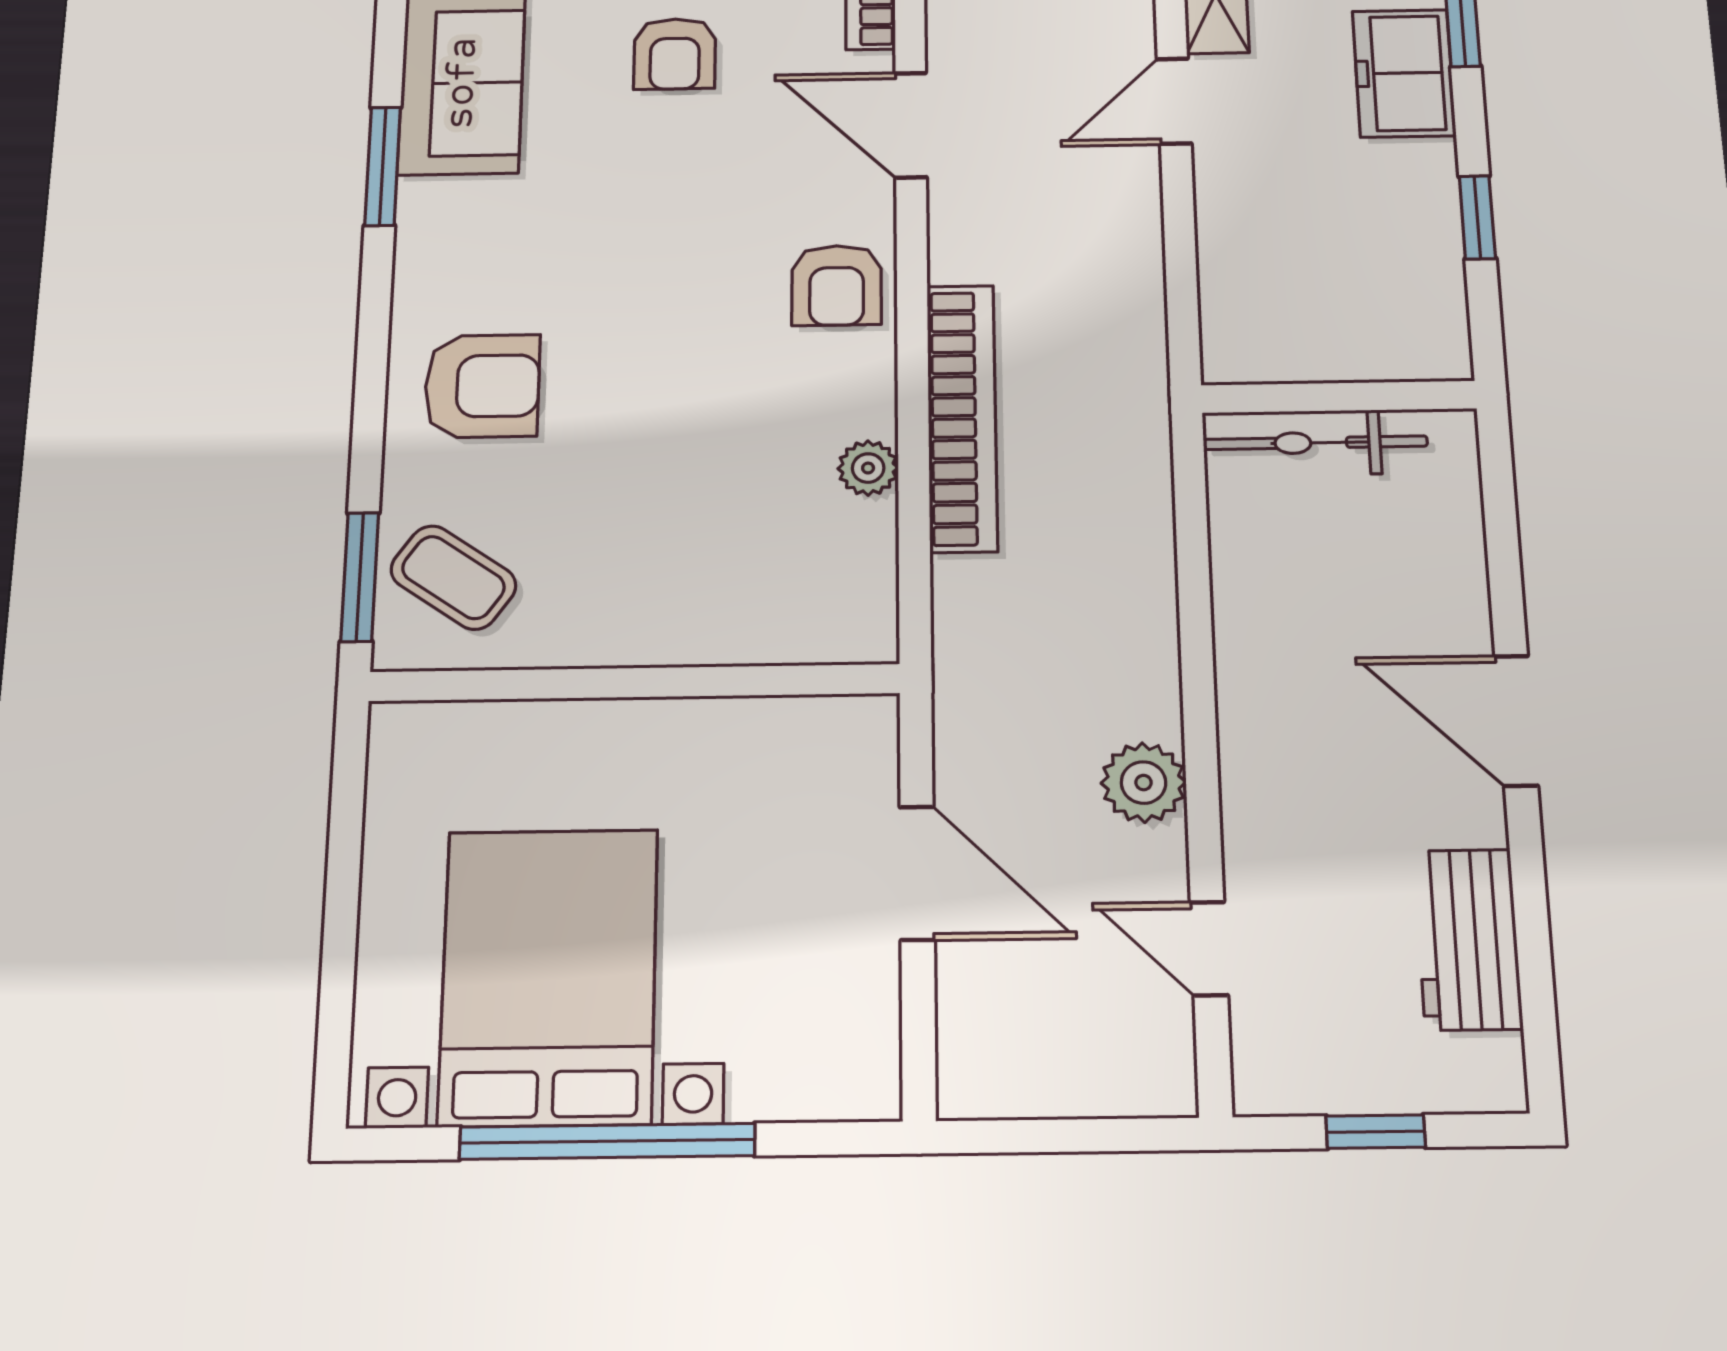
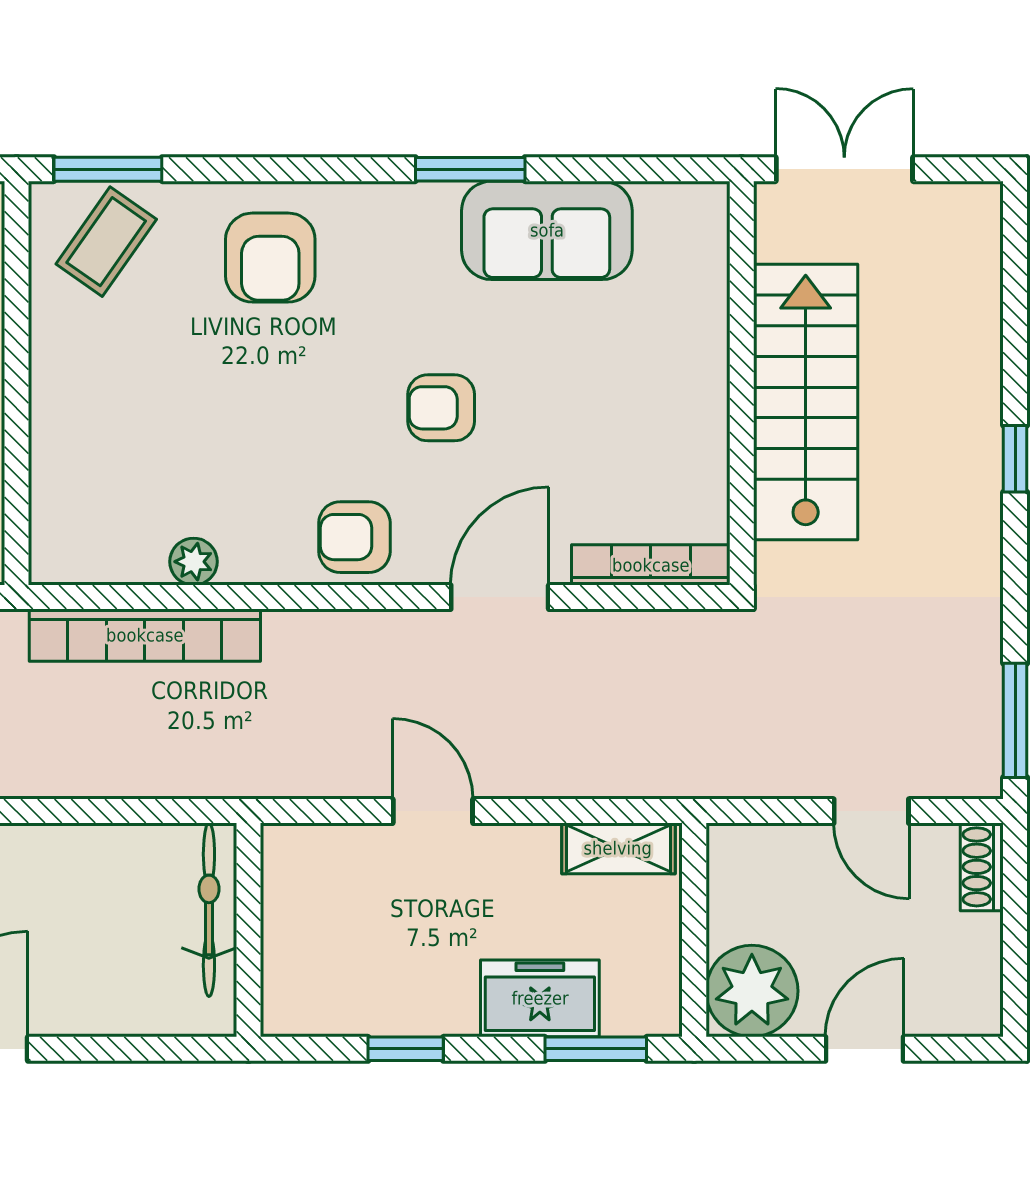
armchair: (675, 54) -> (441, 408), moved
door: (1174, 101) -> (433, 811), moved
bookcase: (962, 417) -> (145, 635), moved

